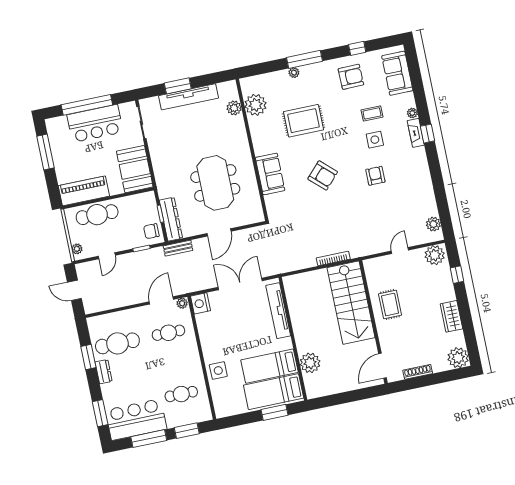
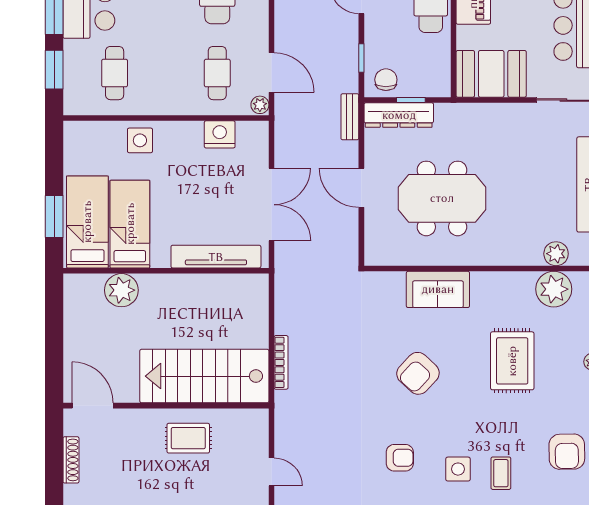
nightstand: (201, 303) -> (220, 134), moved

